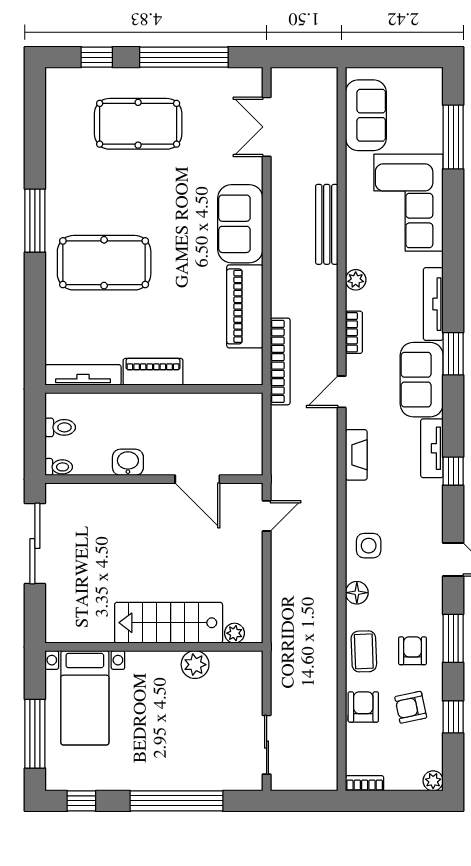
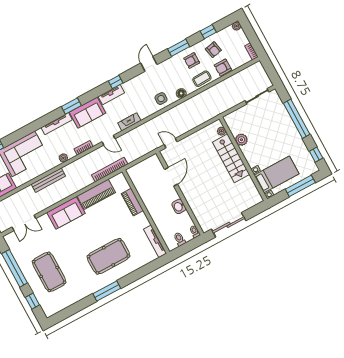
pool table: (104, 263) -> (108, 256), turned 90
piano: (153, 372) -> (132, 202), moved

